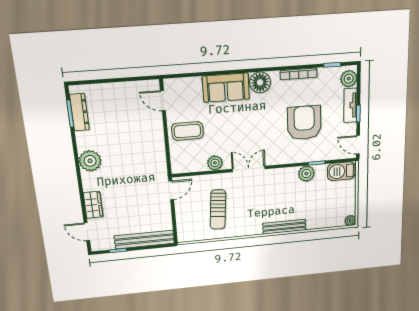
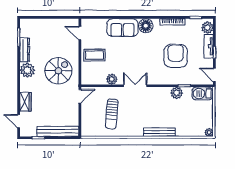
dresser: (79, 112) -> (25, 50), moved
spiral stairs: (136, 158) -> (58, 71), added

